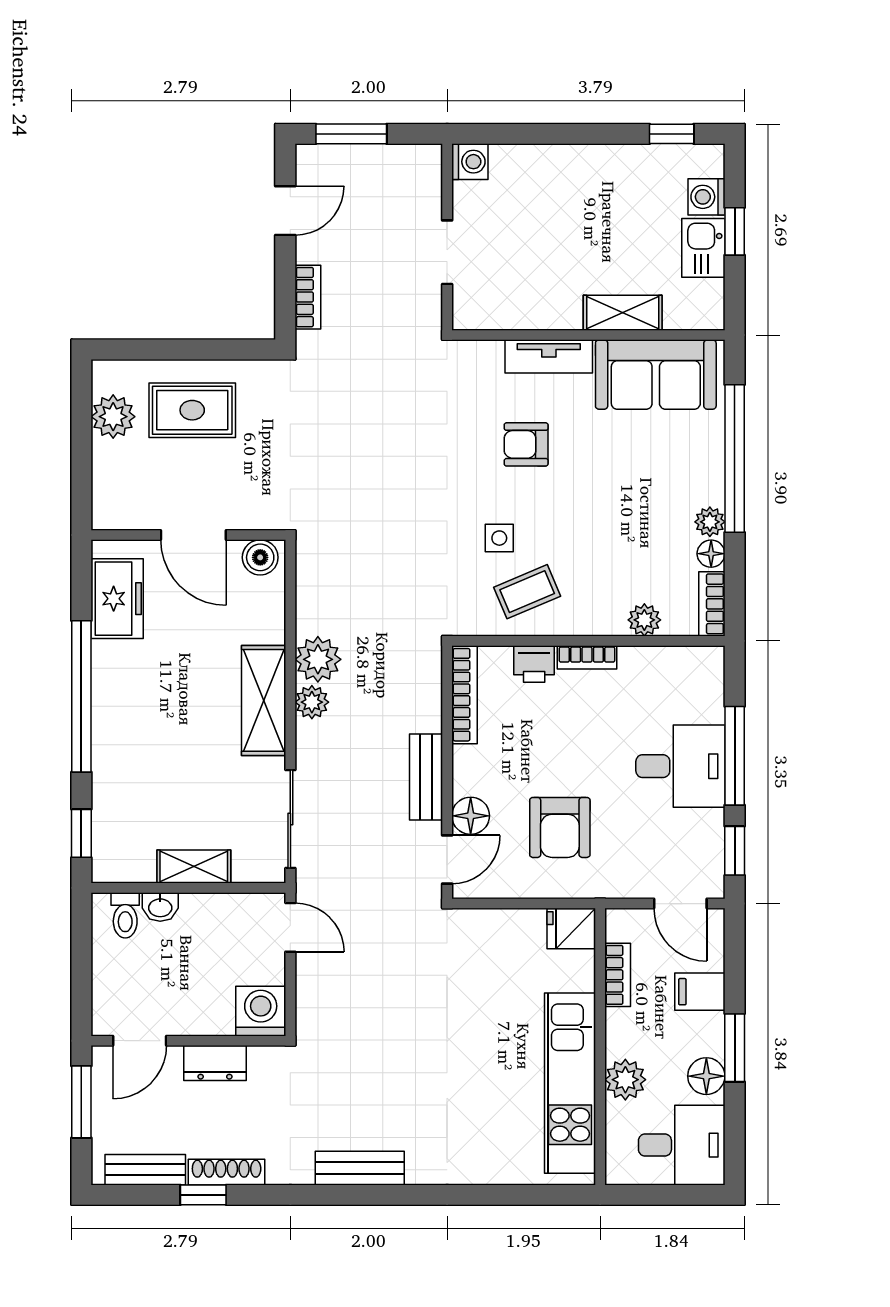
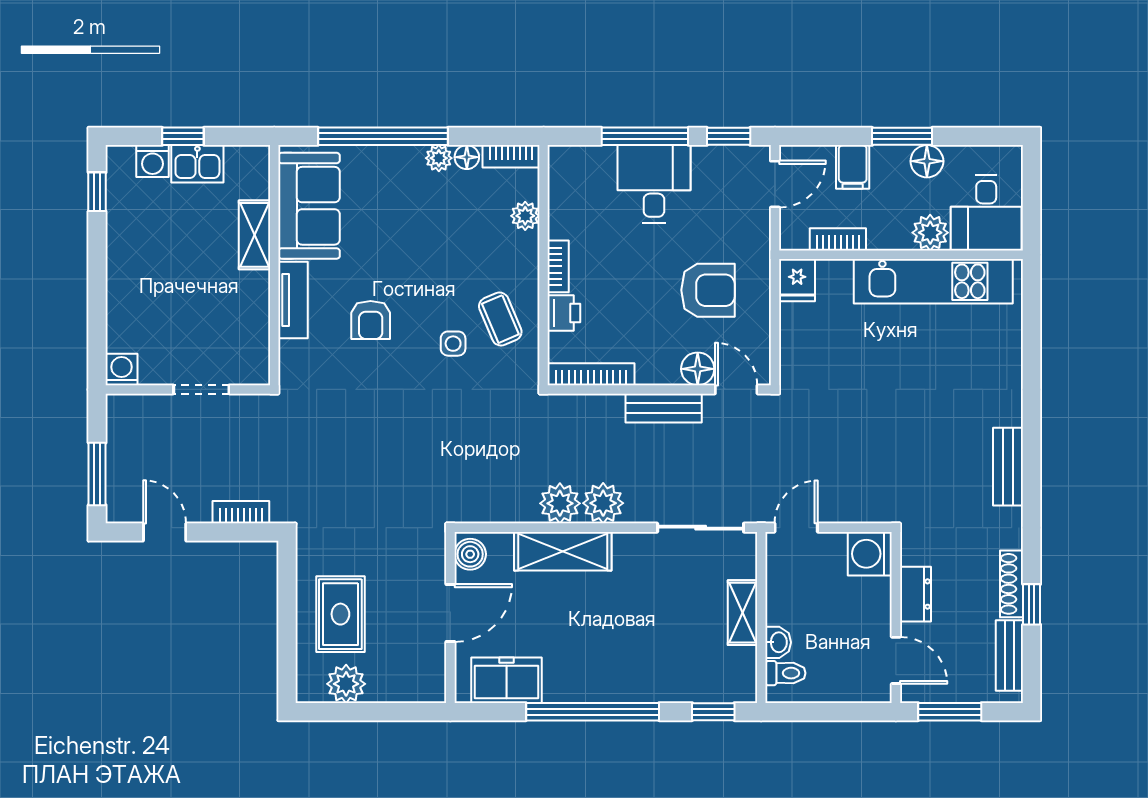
shelving: (264, 700) -> (563, 551), moved
plant: (312, 702) -> (603, 503), width x1.38, depth x1.38
desk: (682, 1145) -> (986, 213), moved, turned 180

